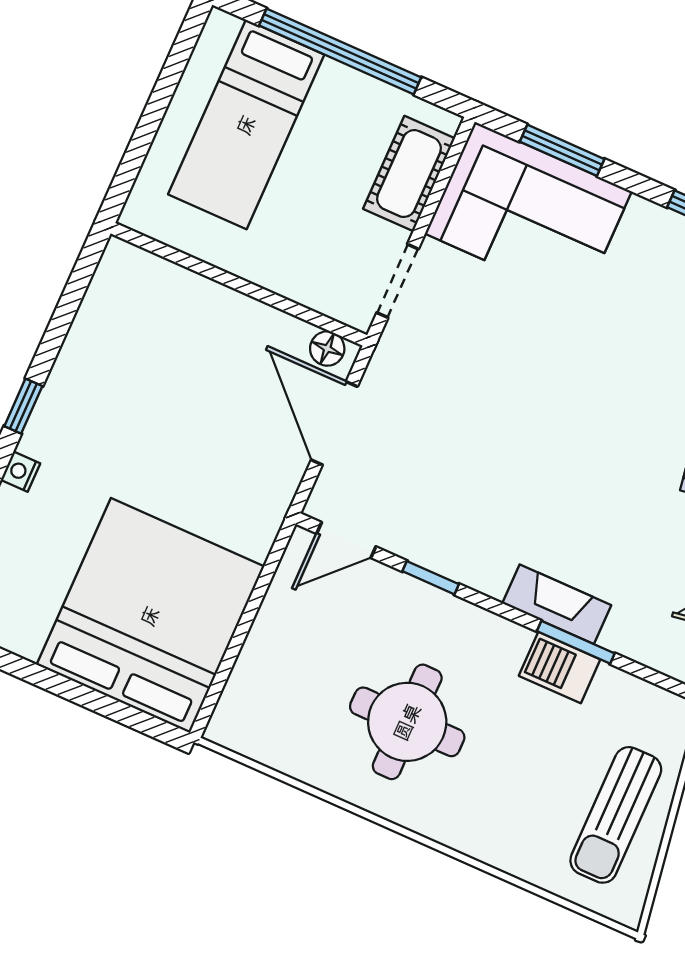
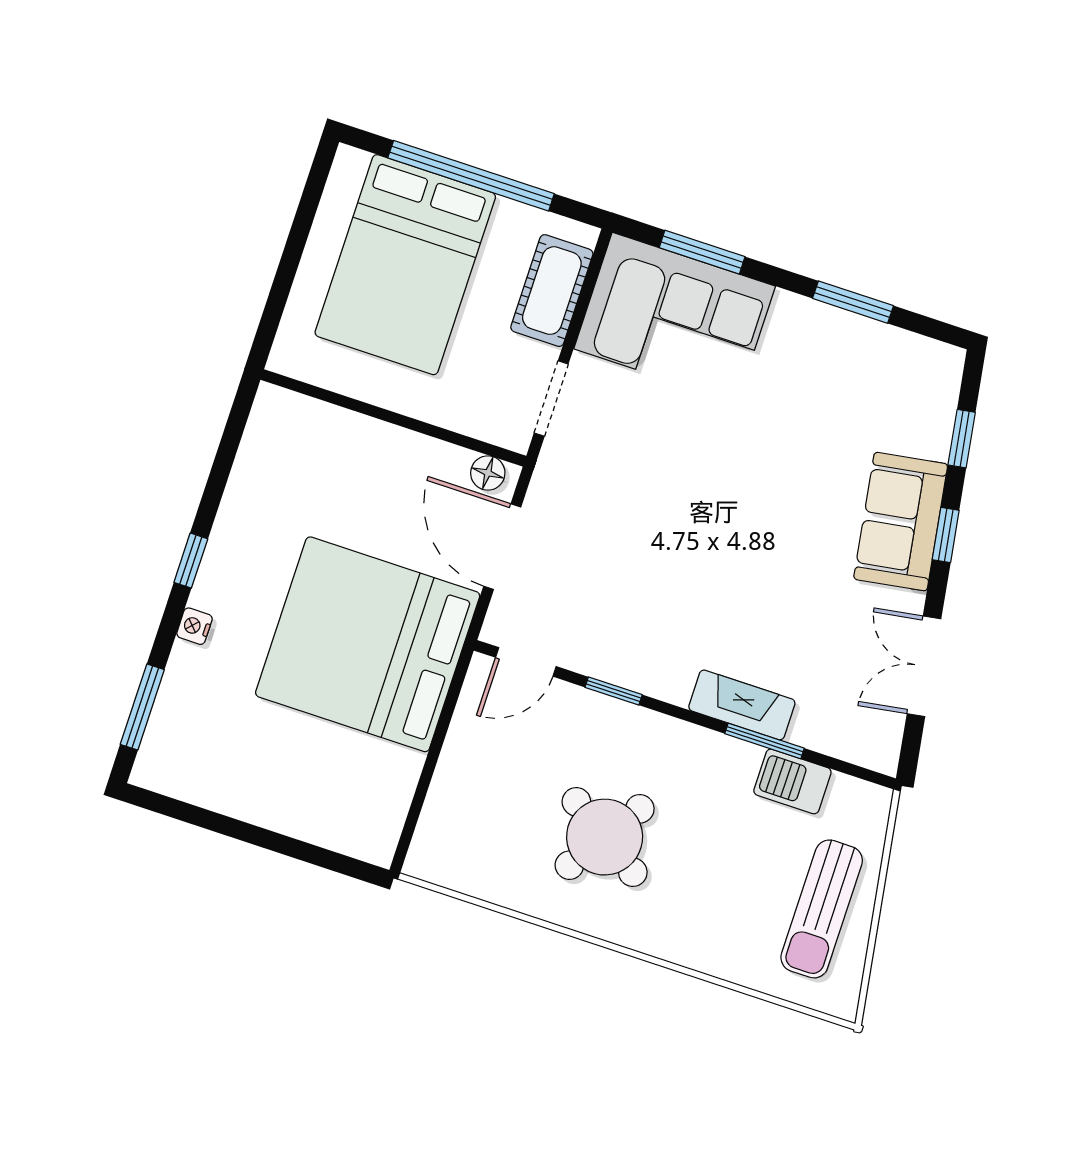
bed: (246, 125) -> (405, 265), width x1.50
bed: (150, 616) -> (368, 644), moved, turned -90
barbecue: (560, 668) -> (792, 781), moved
round table: (407, 722) -> (605, 837), turned 33

